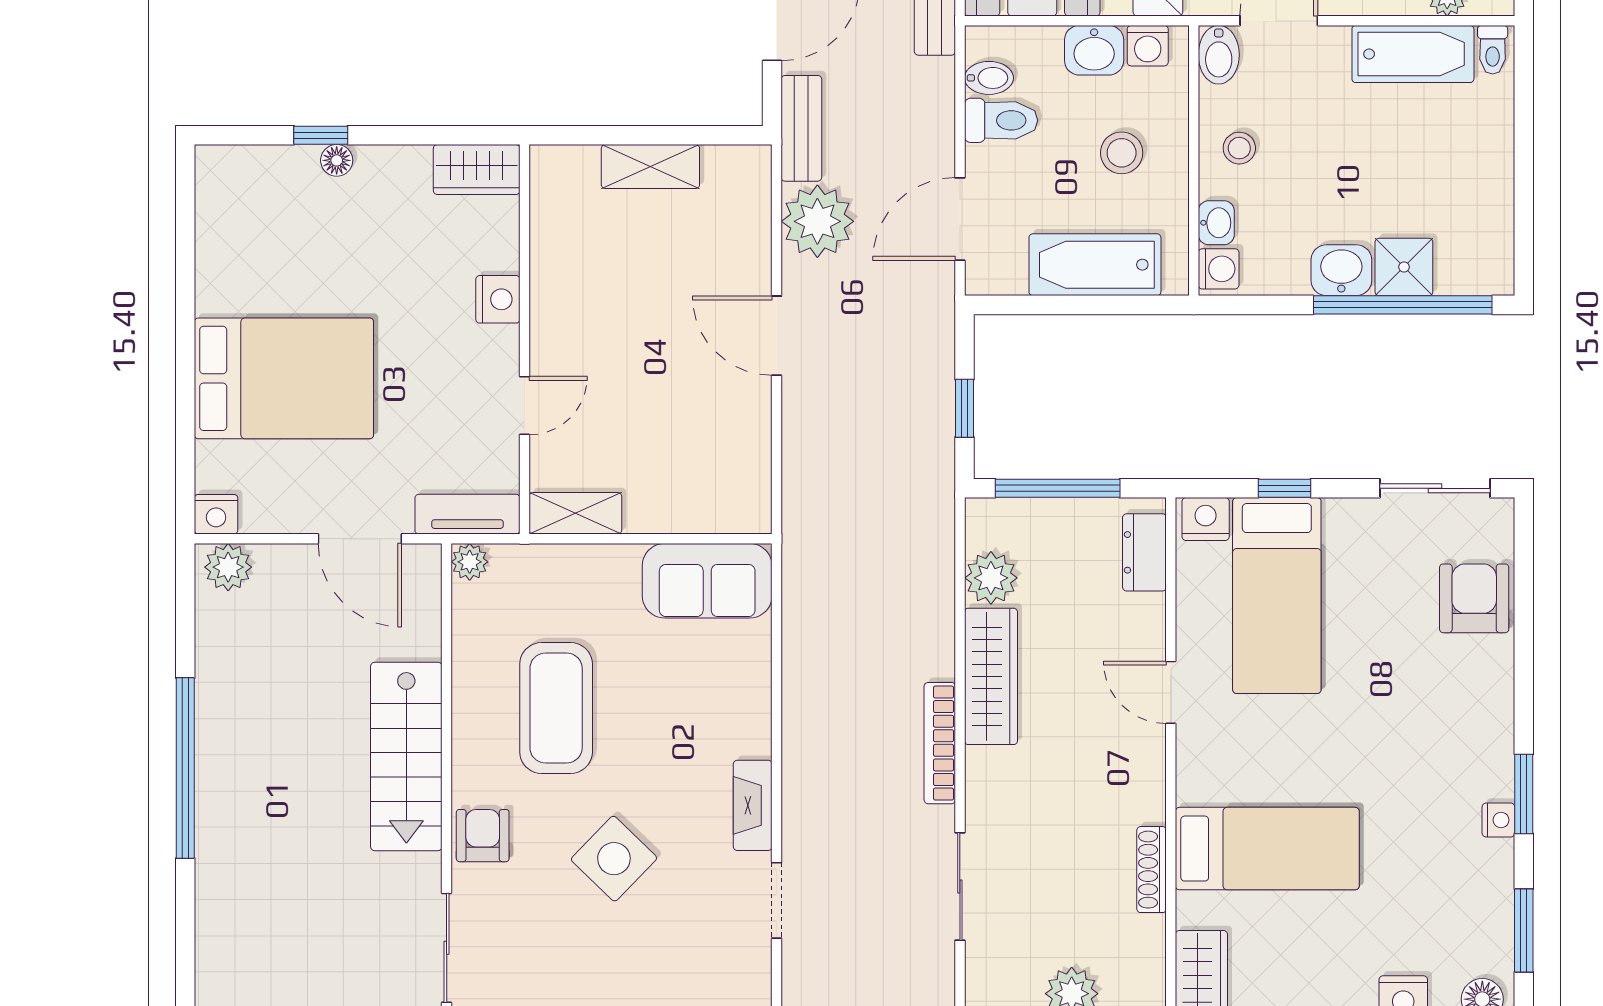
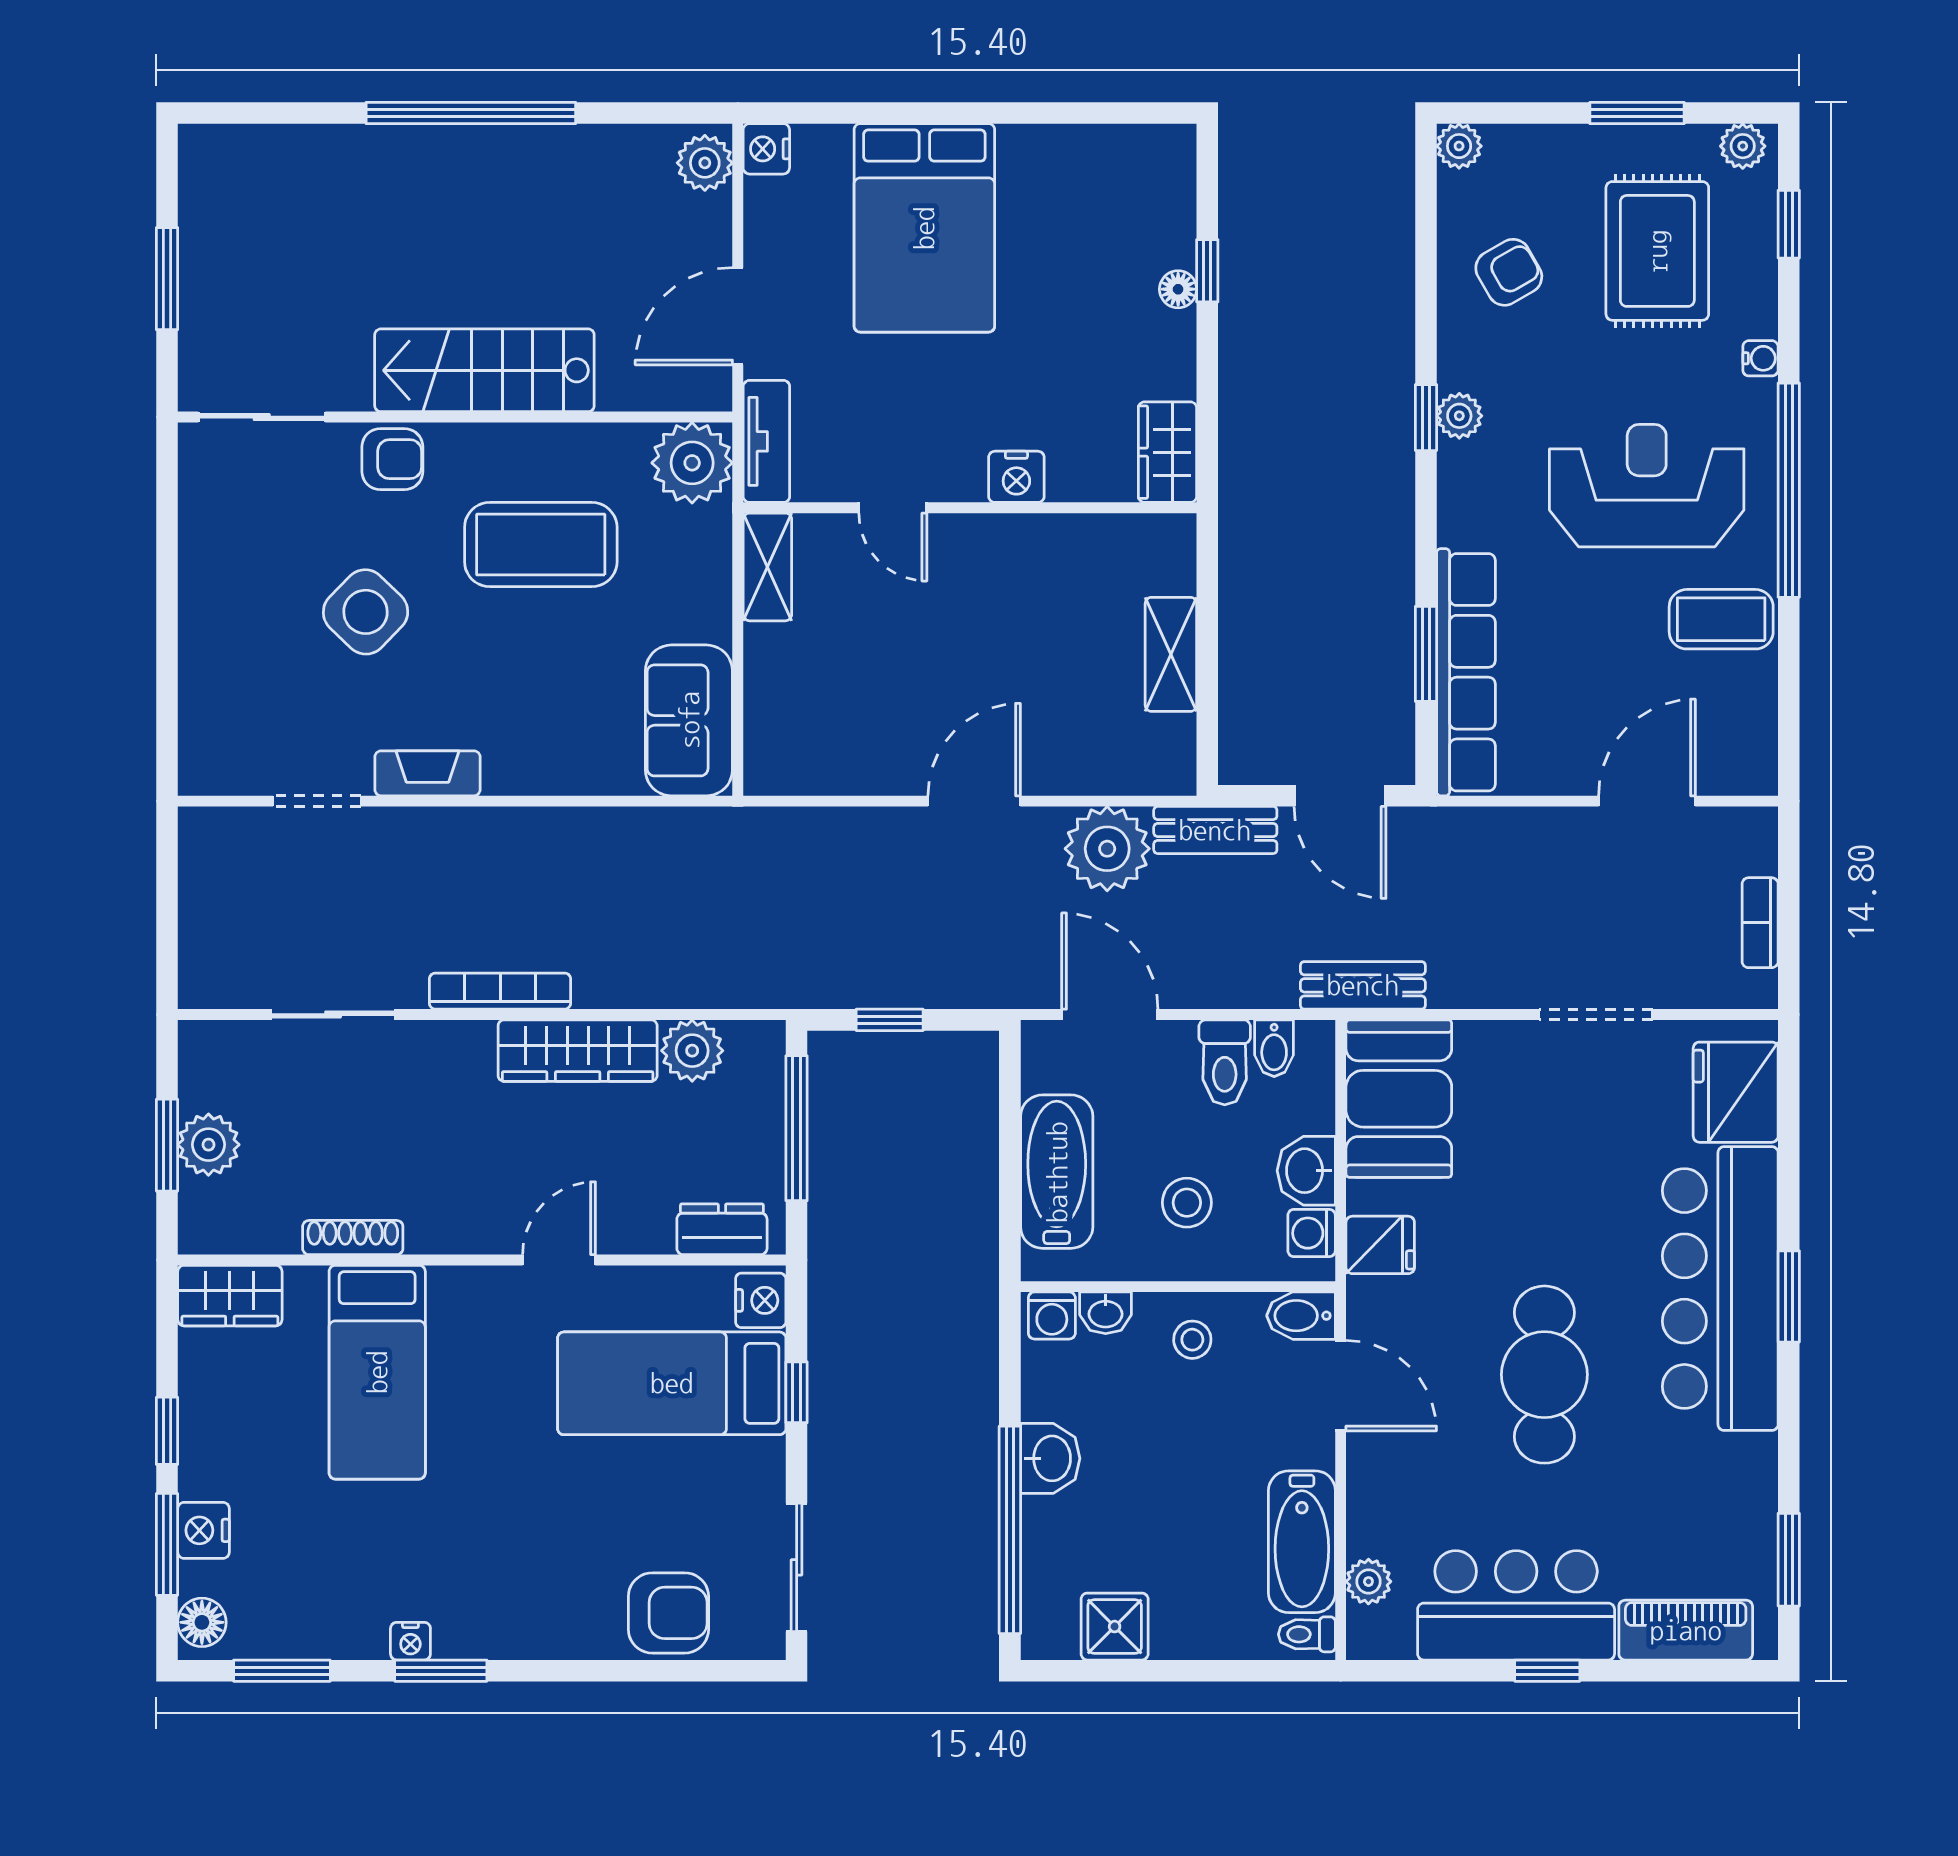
shower: (1404, 267) -> (1115, 1627), moved
plant: (470, 562) -> (692, 463), width x1.88, depth x1.88

